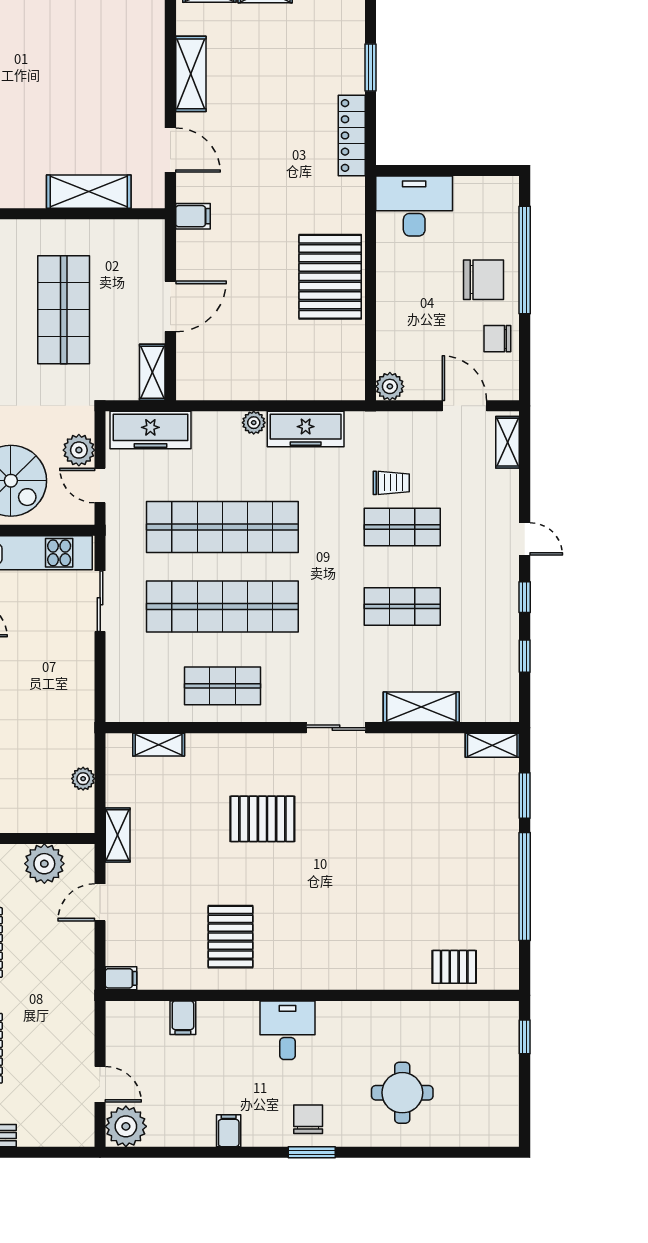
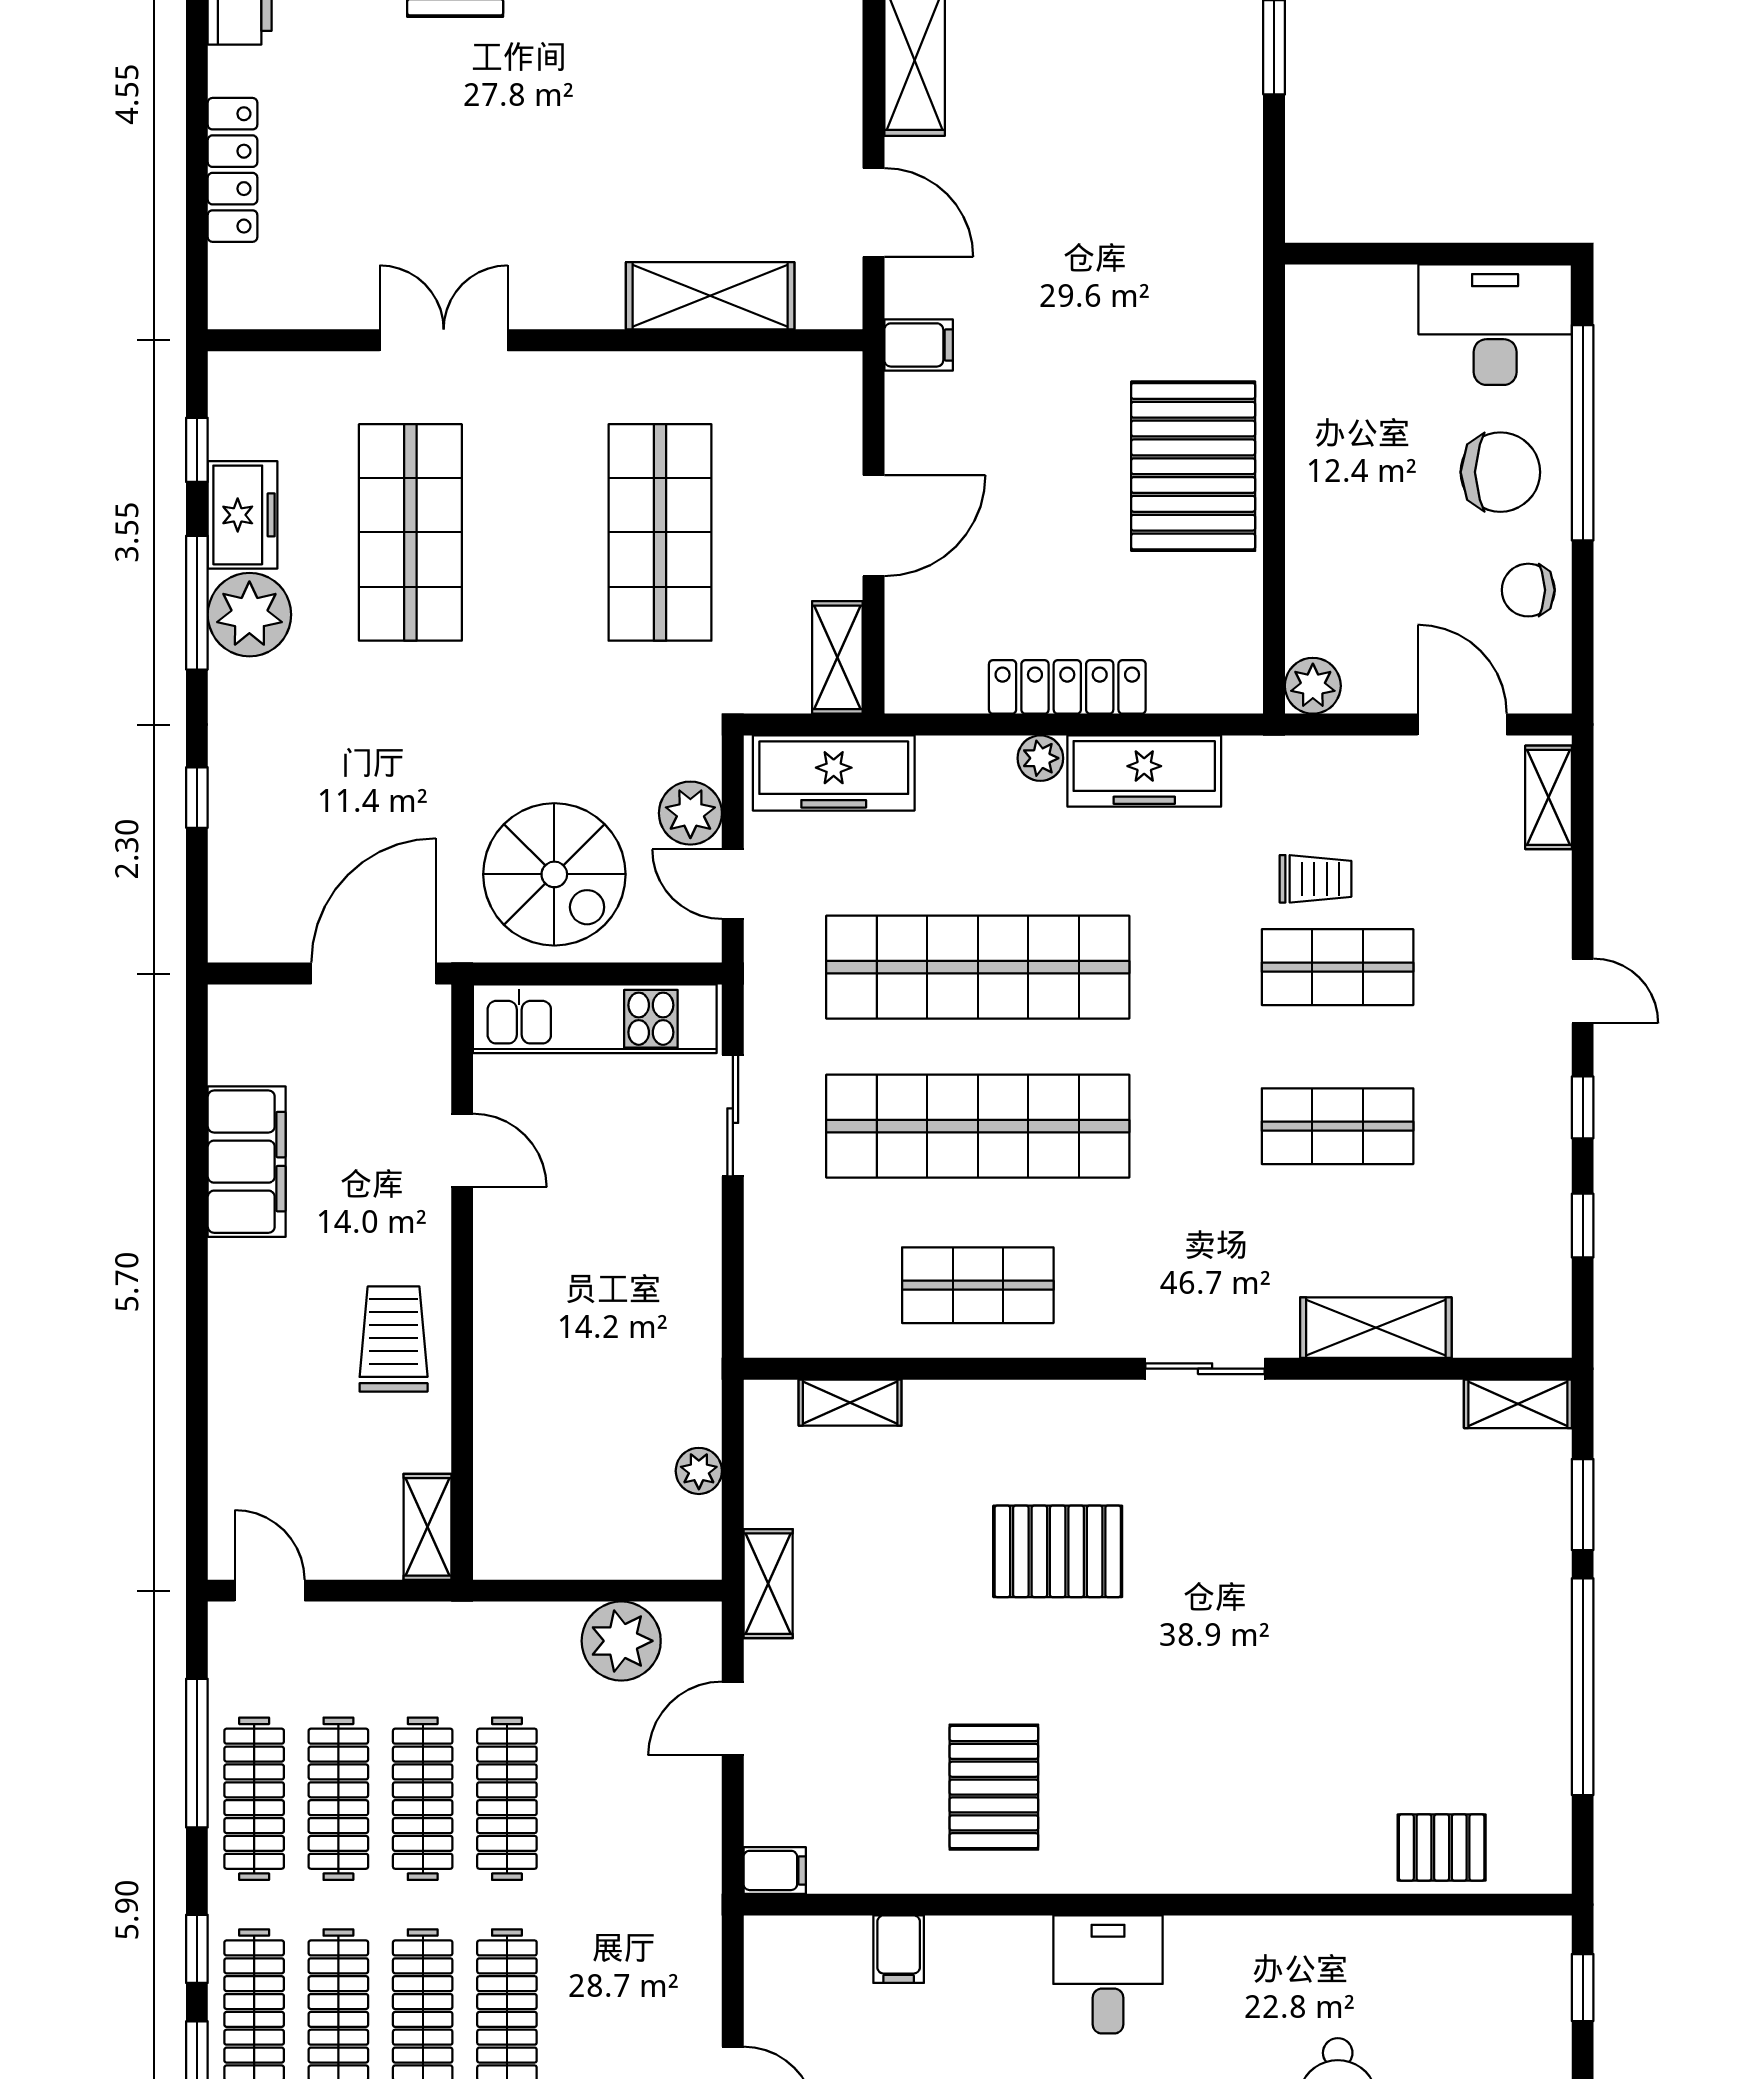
locker: (352, 135) -> (1067, 687), moved, turned 90
desk: (414, 206) -> (1495, 325), moved

